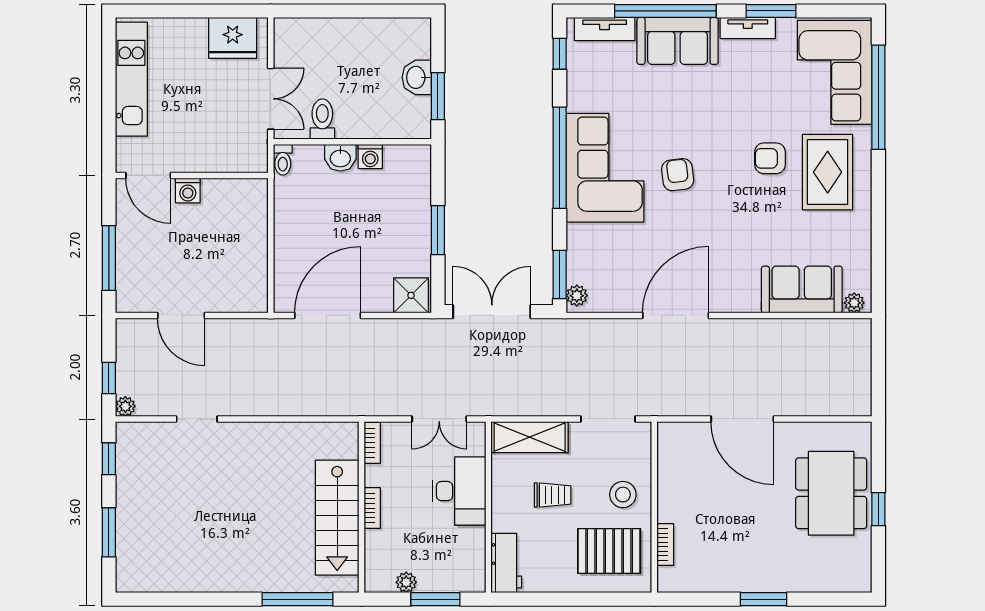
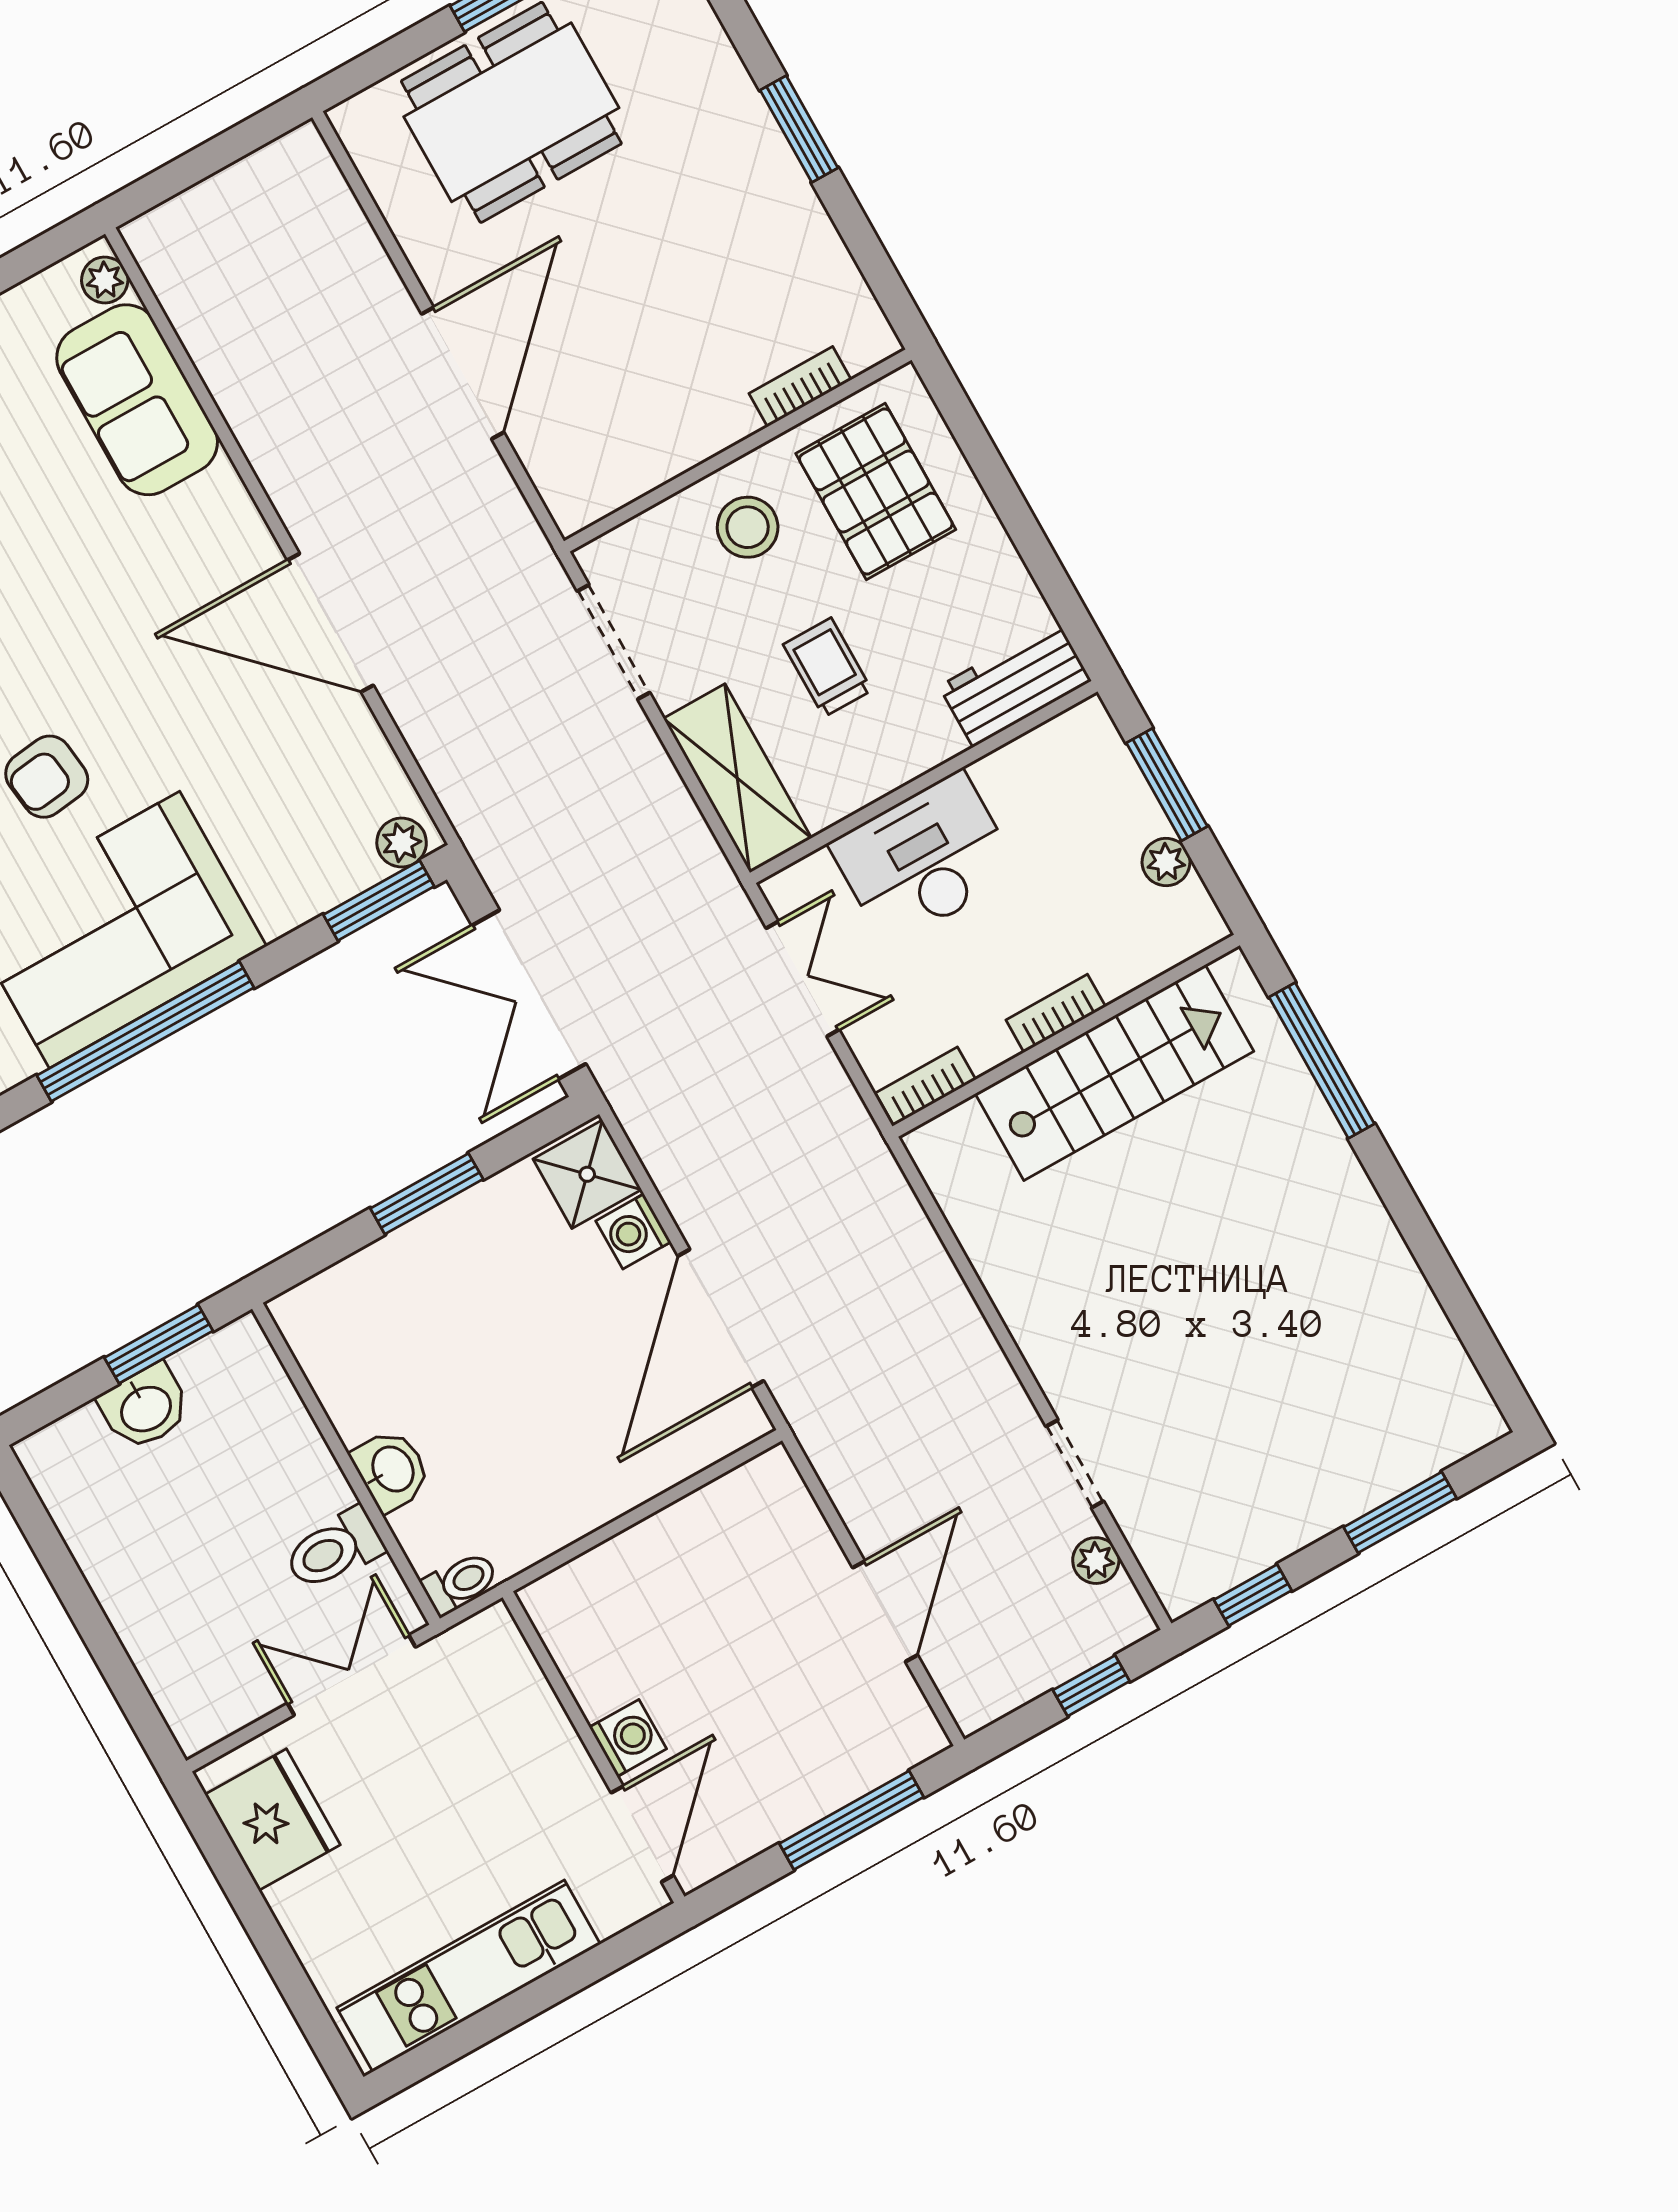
washing machine: (370, 156) -> (633, 1231), moved, turned 180
door: (328, 315) -> (721, 1318), hinge flipped
plant: (125, 406) -> (1096, 1561), moved

